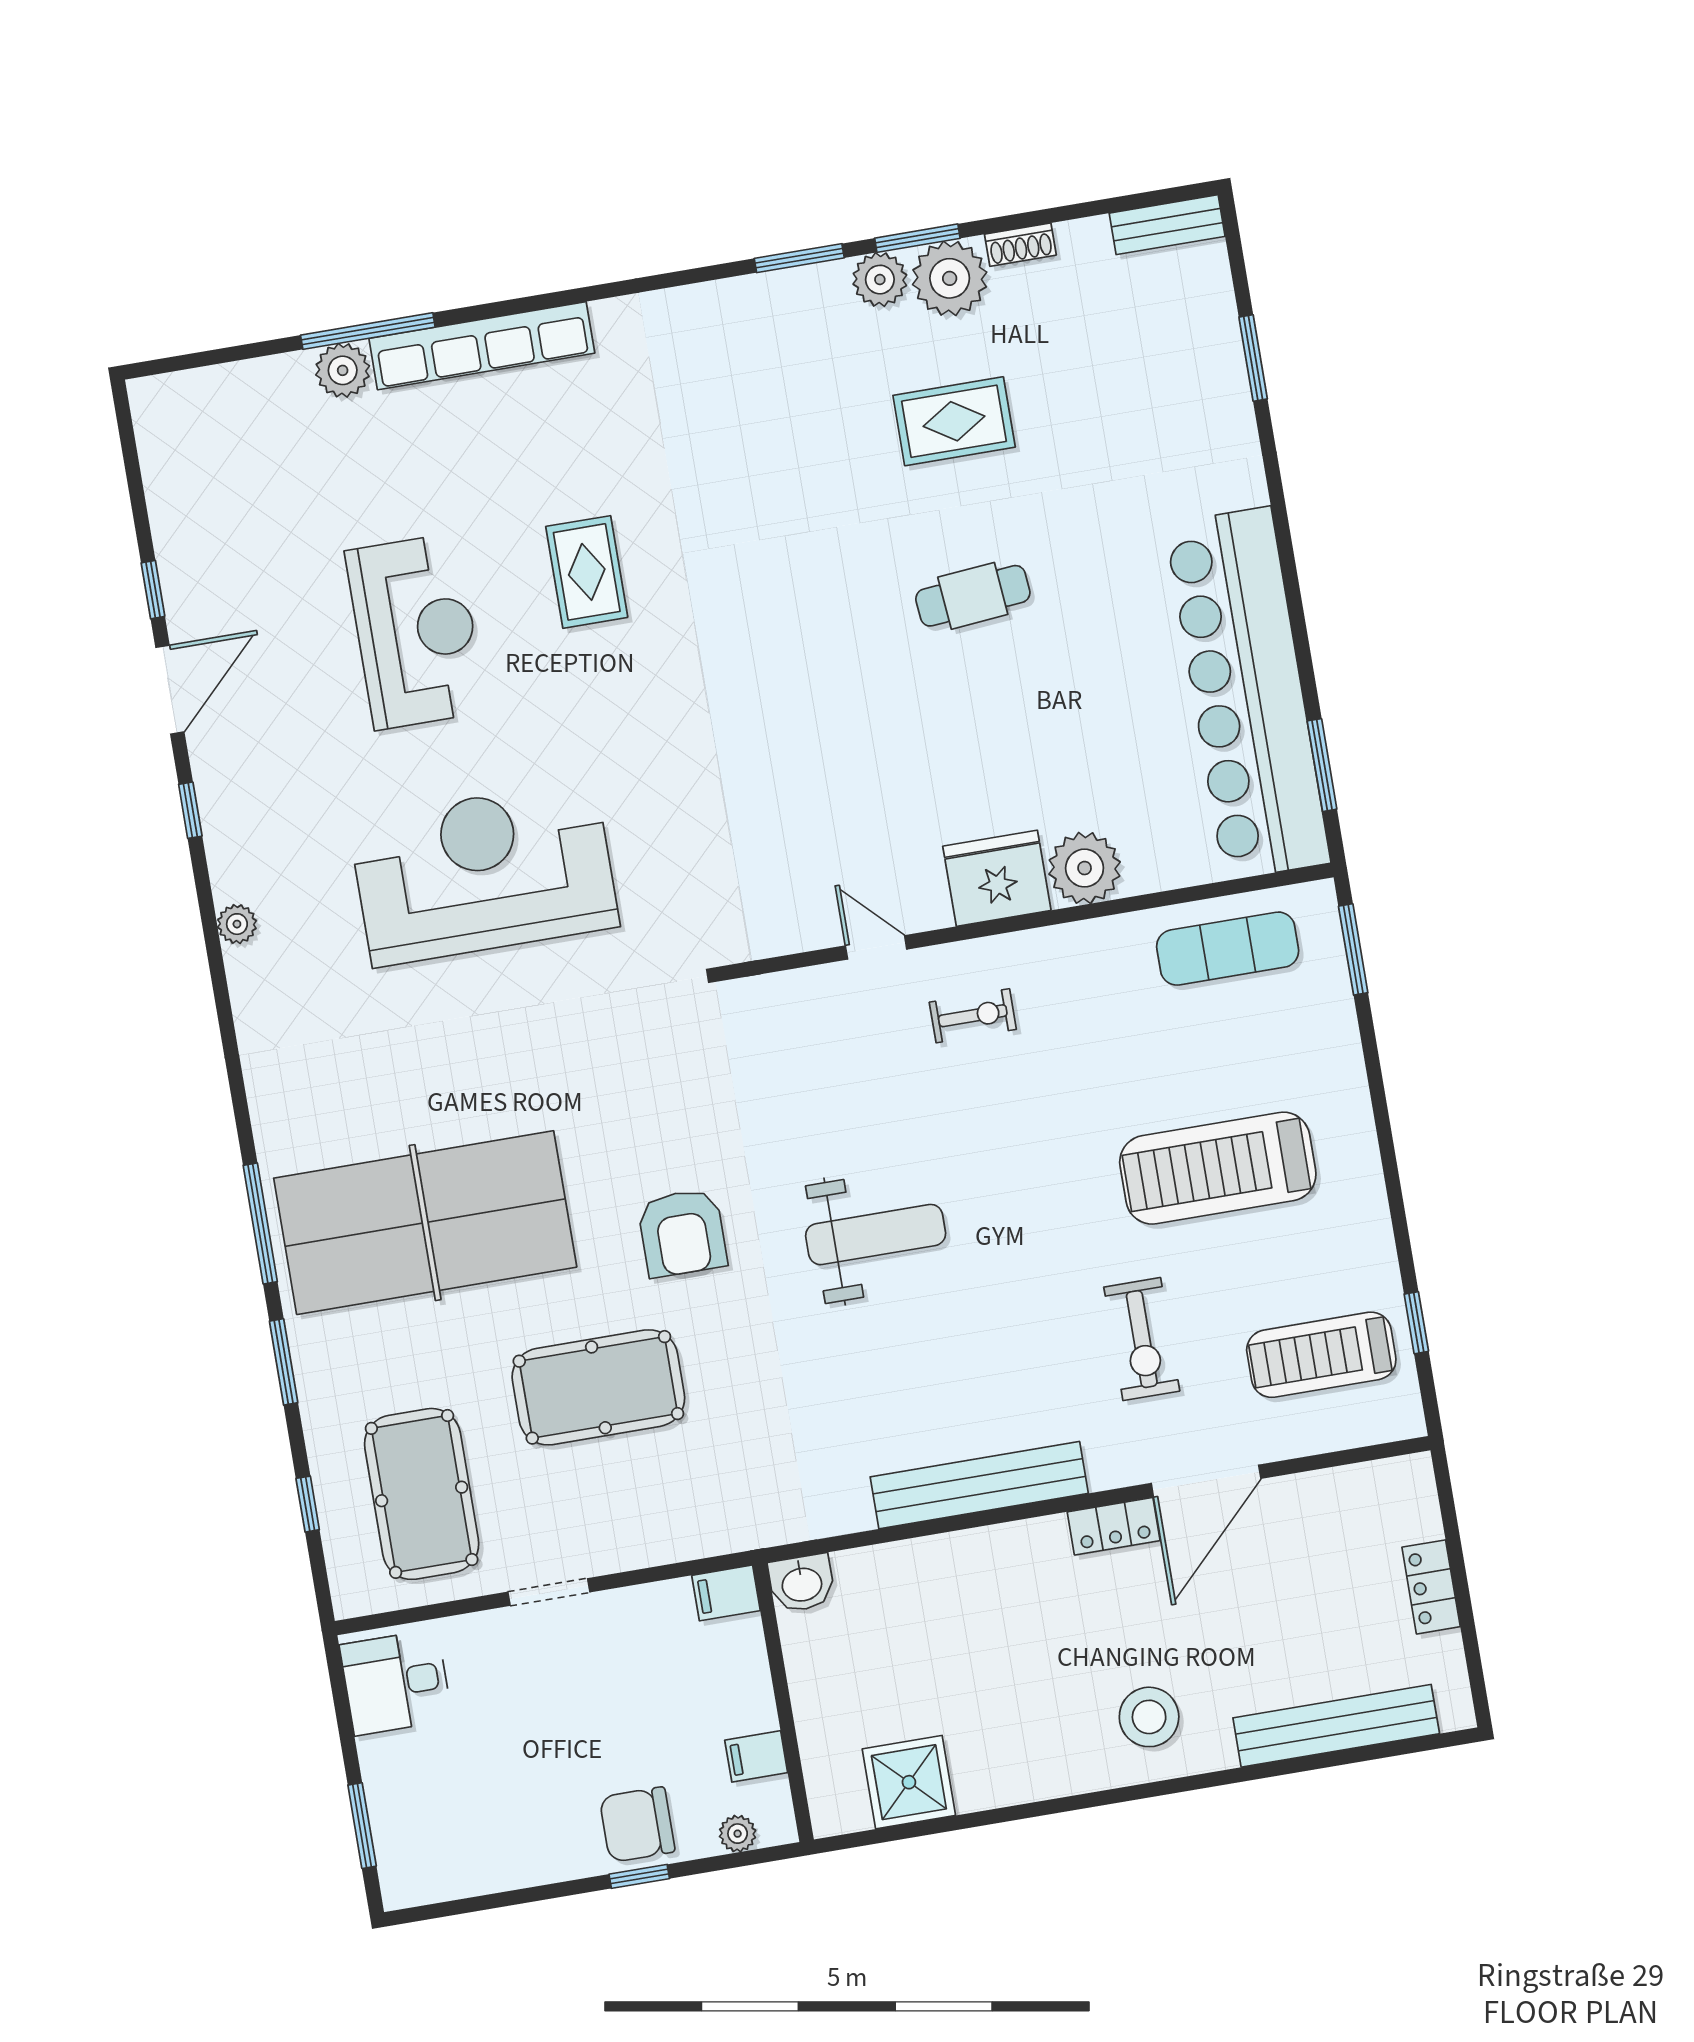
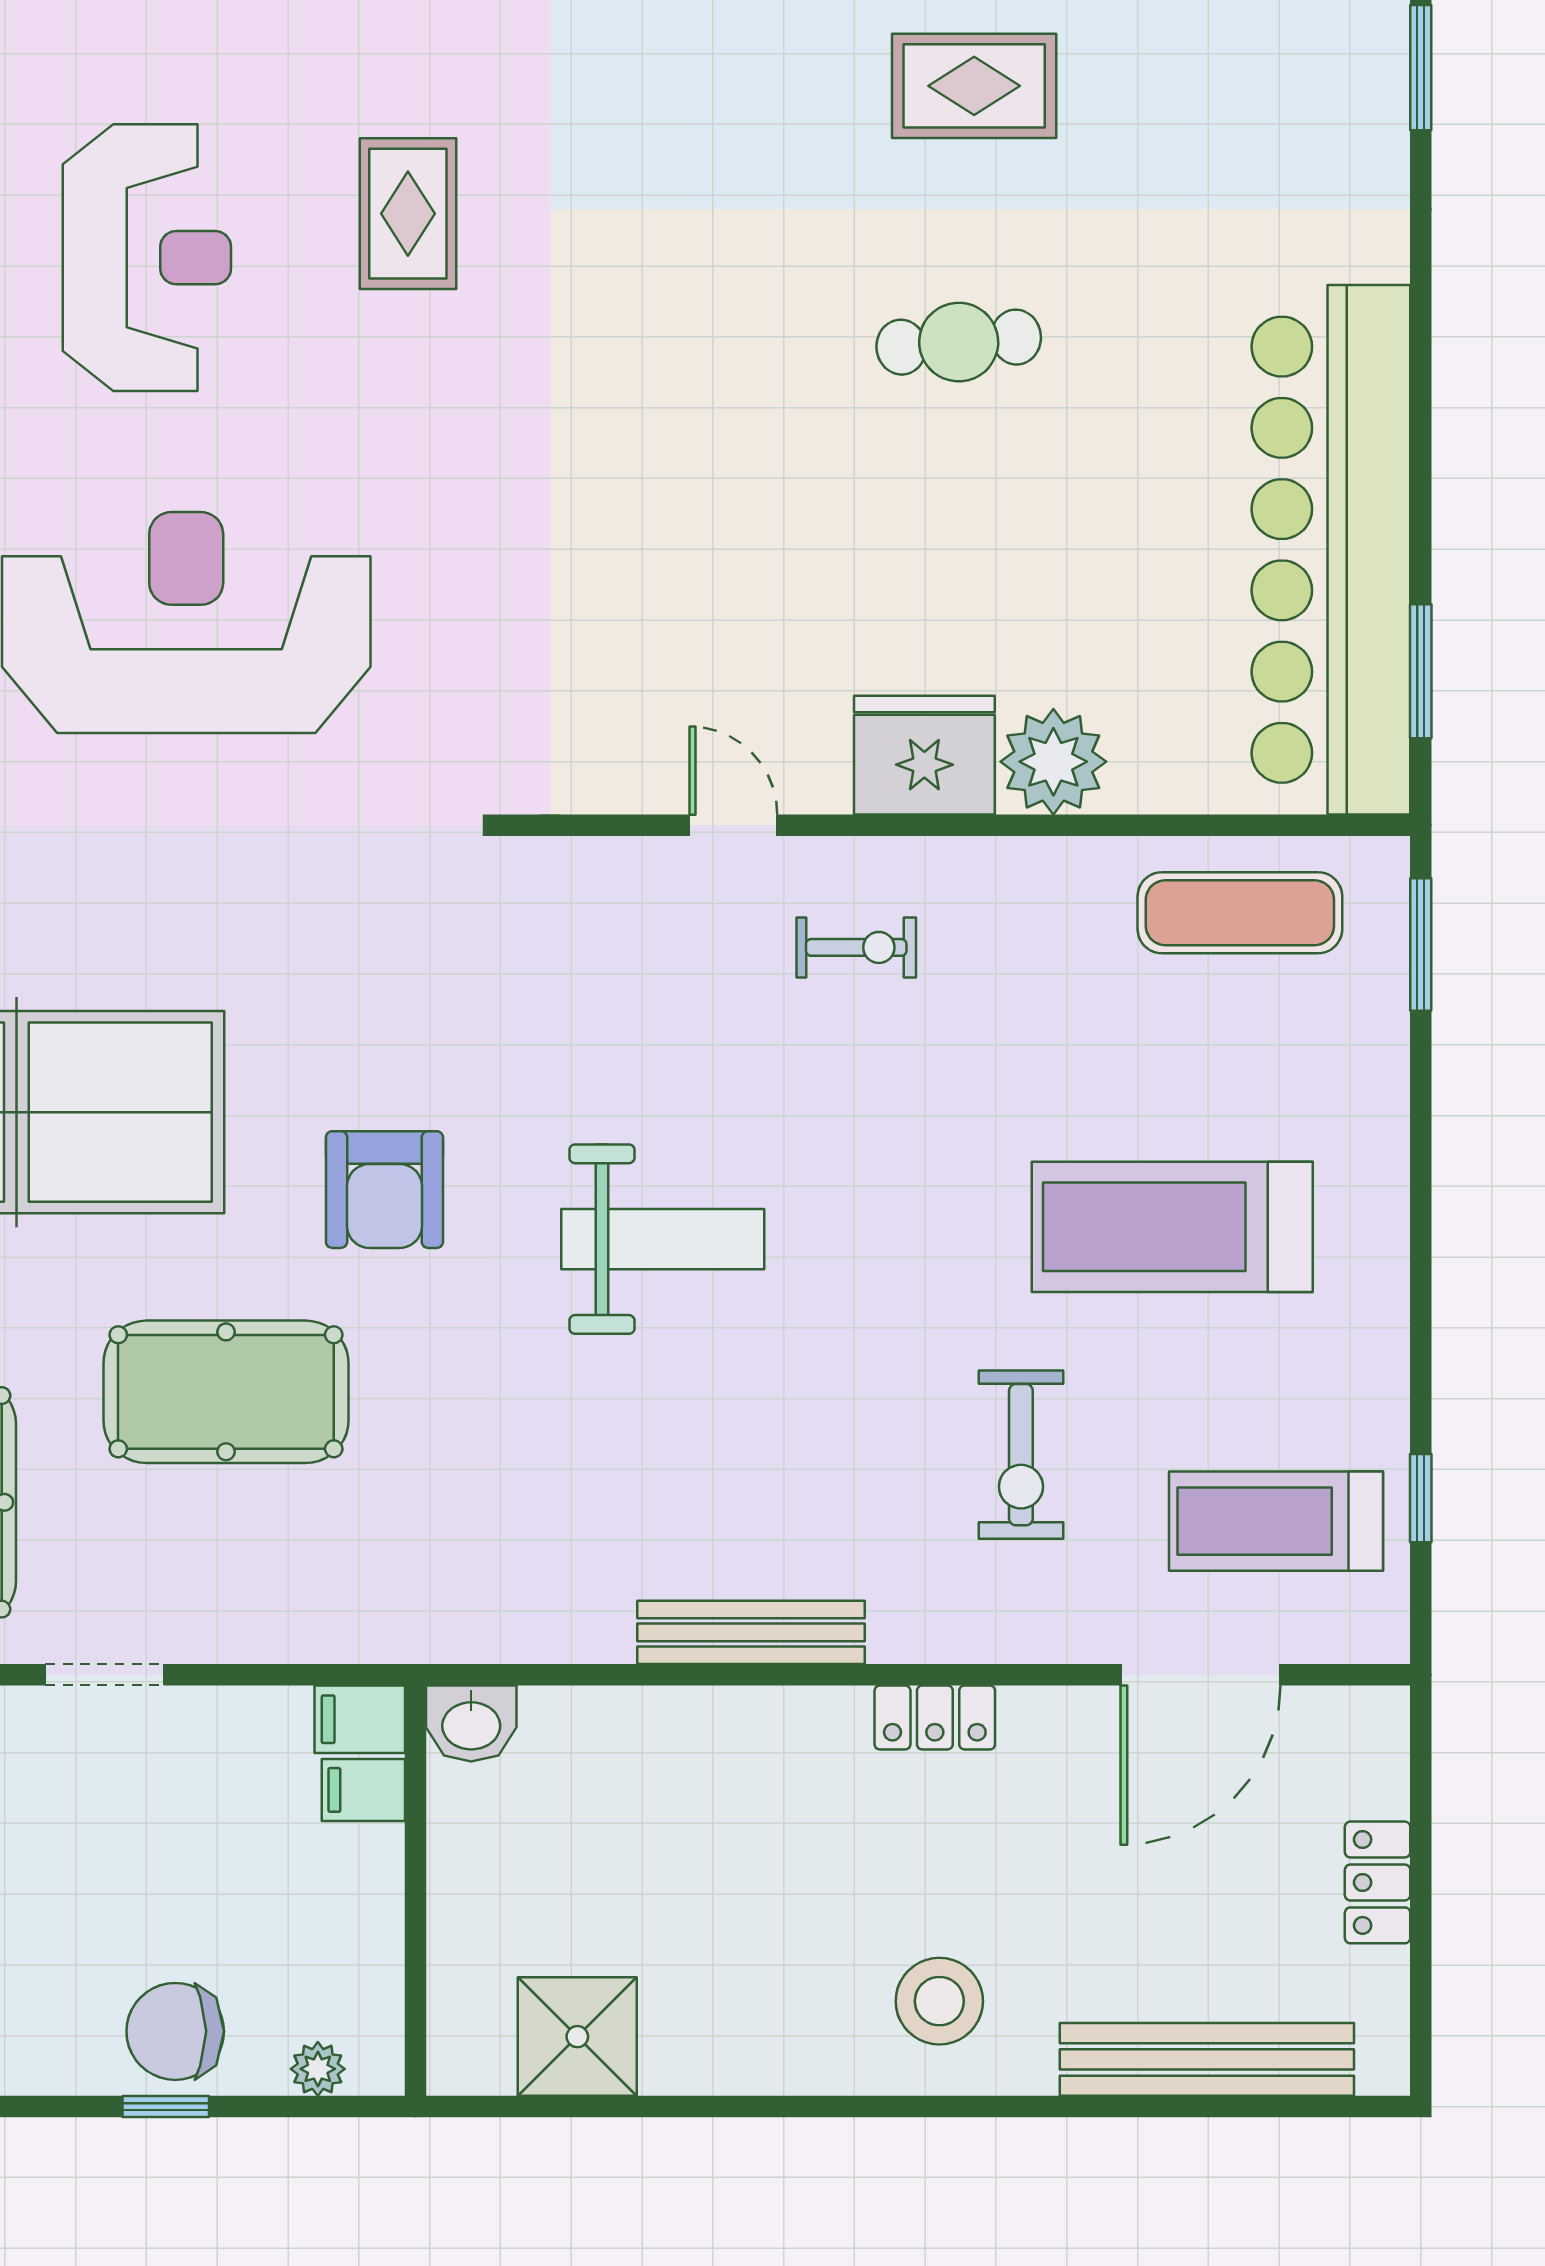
door: (1206, 1481) -> (1201, 1675), moved
bench: (979, 1485) -> (751, 1632), width x0.73, depth x0.82
filing cabinet: (756, 1756) -> (363, 1790), moved

